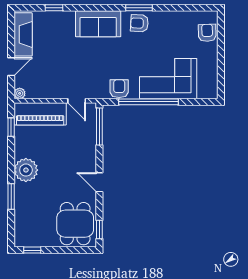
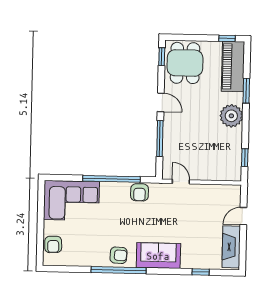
window: (139, 8) -> (119, 270), width x2.11
corner sofa: (168, 79) -> (71, 201), moved
plant: (20, 93) -> (236, 190), removed
piano: (40, 114) -> (233, 67), moved, turned -90
window: (99, 126) -> (160, 139), moved

